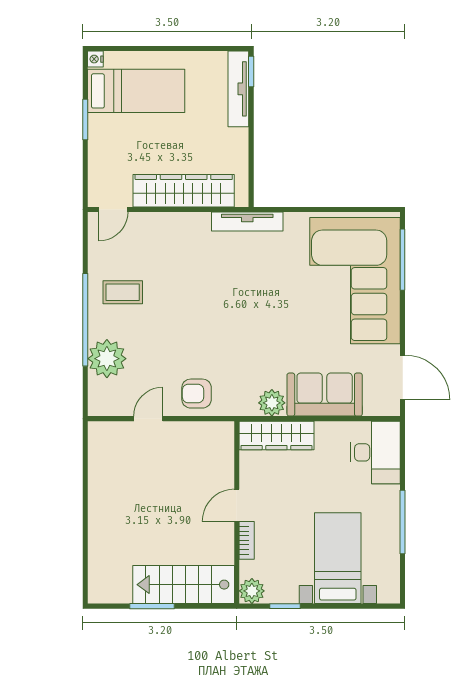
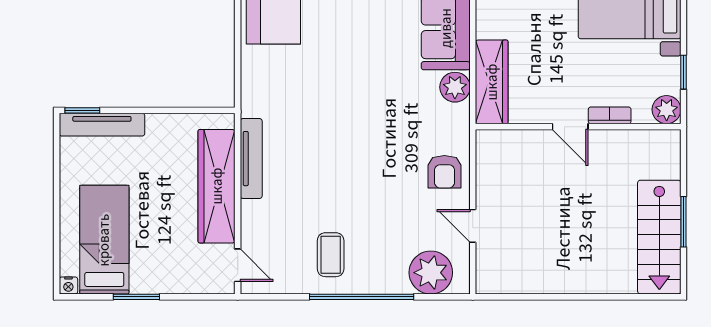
tv unit: (247, 222) -> (251, 159), moved
plant: (107, 359) -> (431, 273), moved
stairs: (184, 585) -> (659, 237), moved

